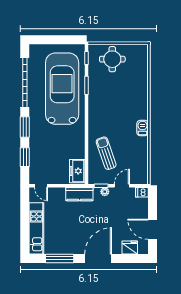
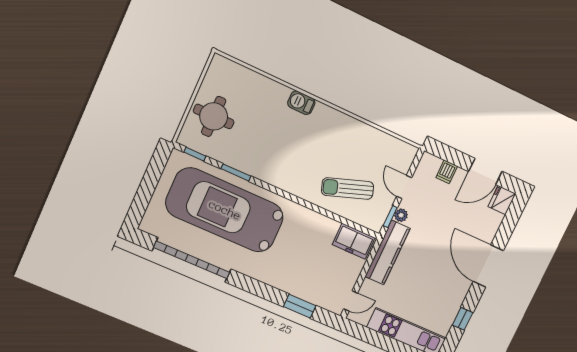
window: (25, 127) -> (257, 288), removed
barbecue: (143, 128) -> (301, 103), moved
dishwasher: (142, 192) -> (447, 172), moved
kitchen counter: (79, 194) -> (388, 253), width x1.50
fridge: (130, 247) -> (502, 200), moved
window: (60, 258) -> (463, 319), width x0.46

